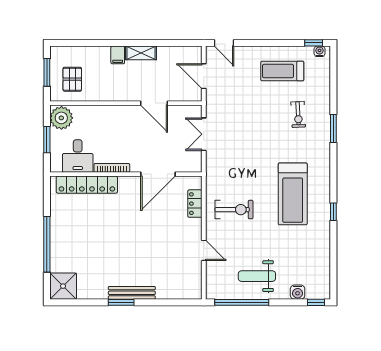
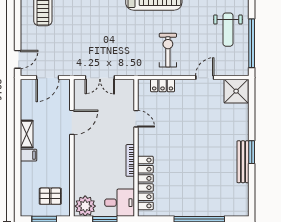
desk: (78, 156) -> (120, 203), moved
door: (158, 174) -> (136, 119), width x0.53
shower: (63, 286) -> (236, 91), moved
bench: (132, 293) -> (243, 162), moved

